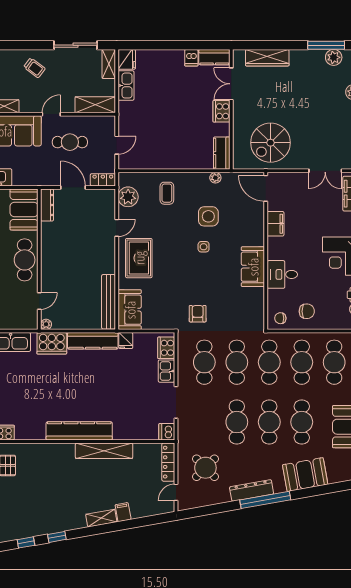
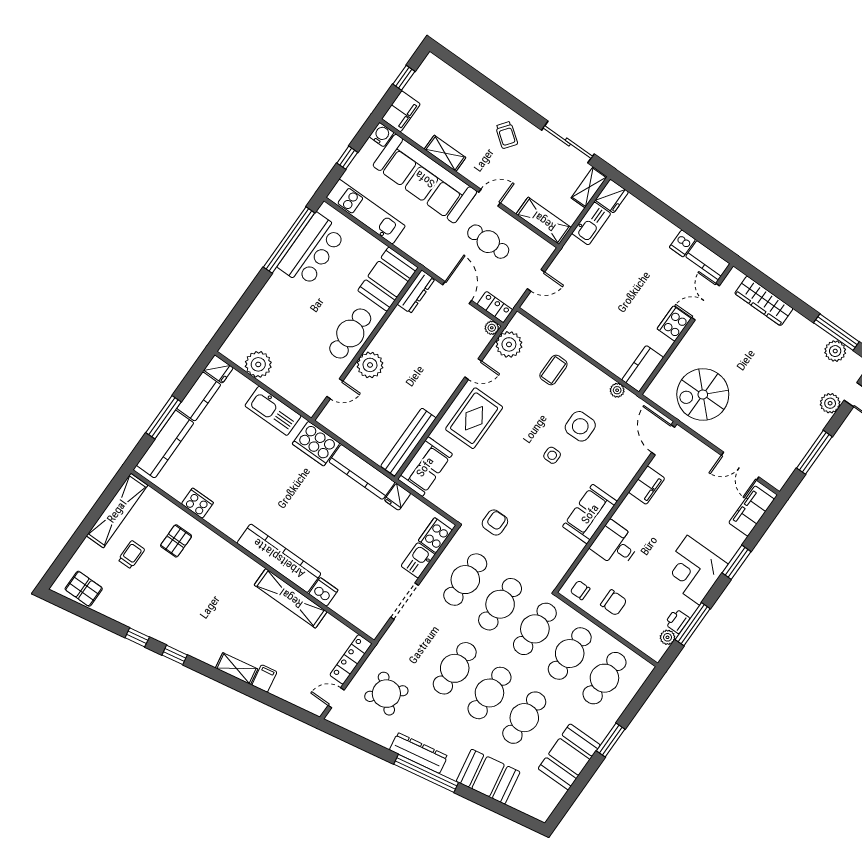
plant: (110, 194) -> (492, 328), added
plant: (46, 324) -> (370, 365), moved, width x1.88, depth x1.88
dishwasher: (167, 432) -> (323, 592), moved, turned 90

